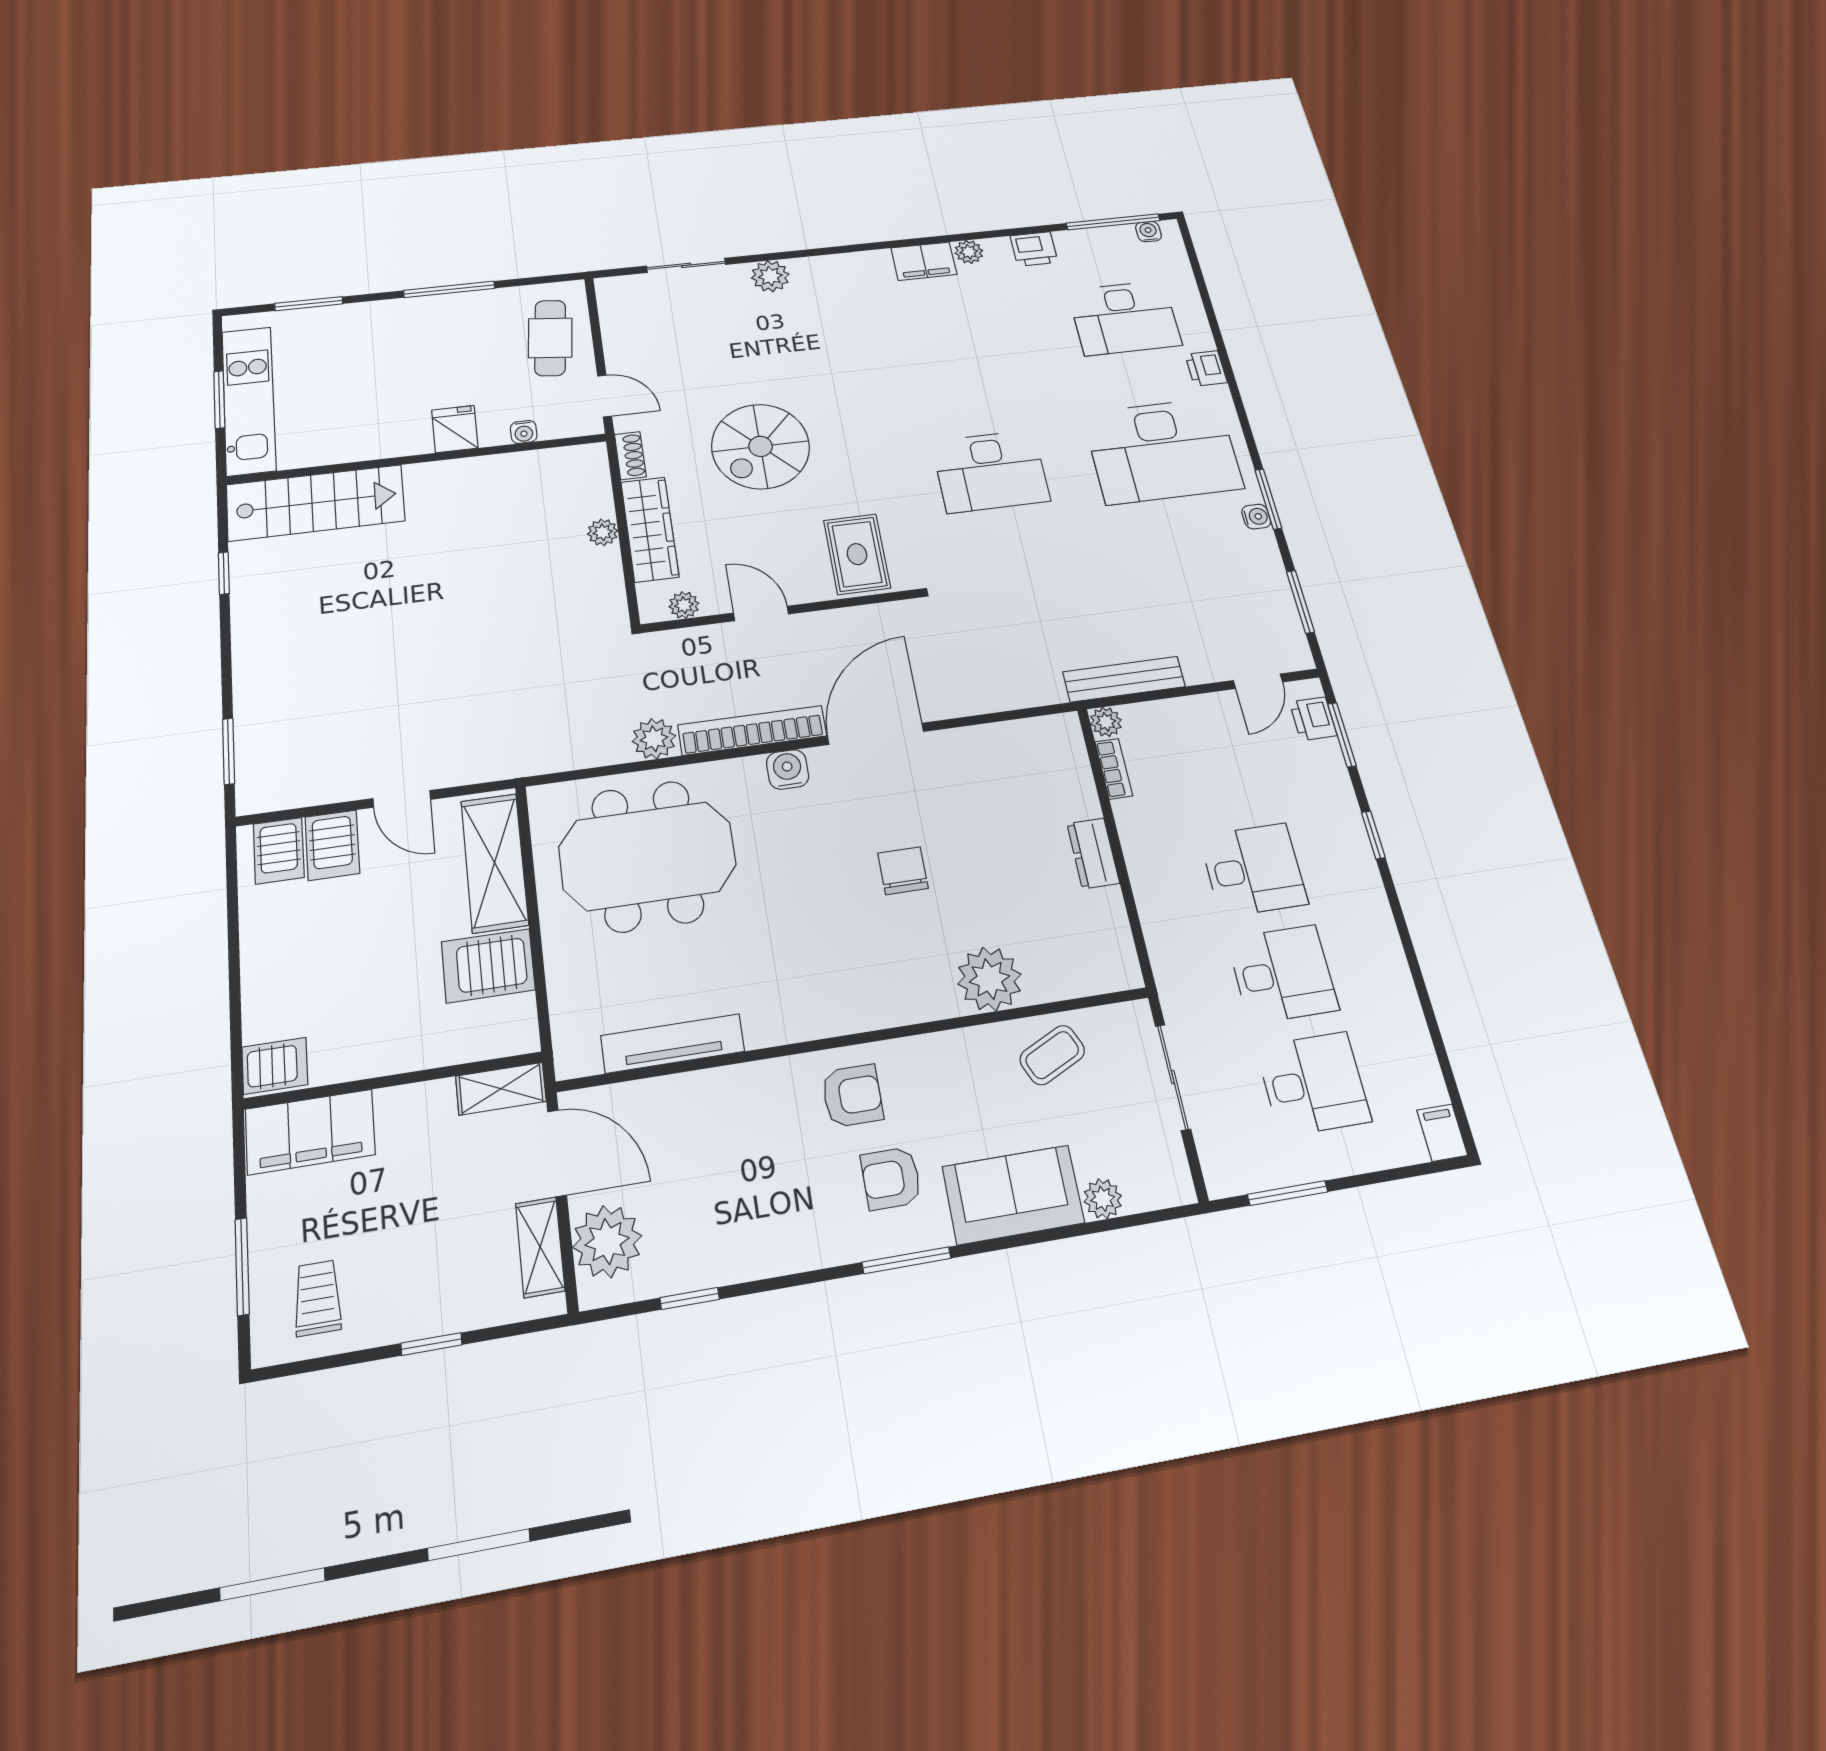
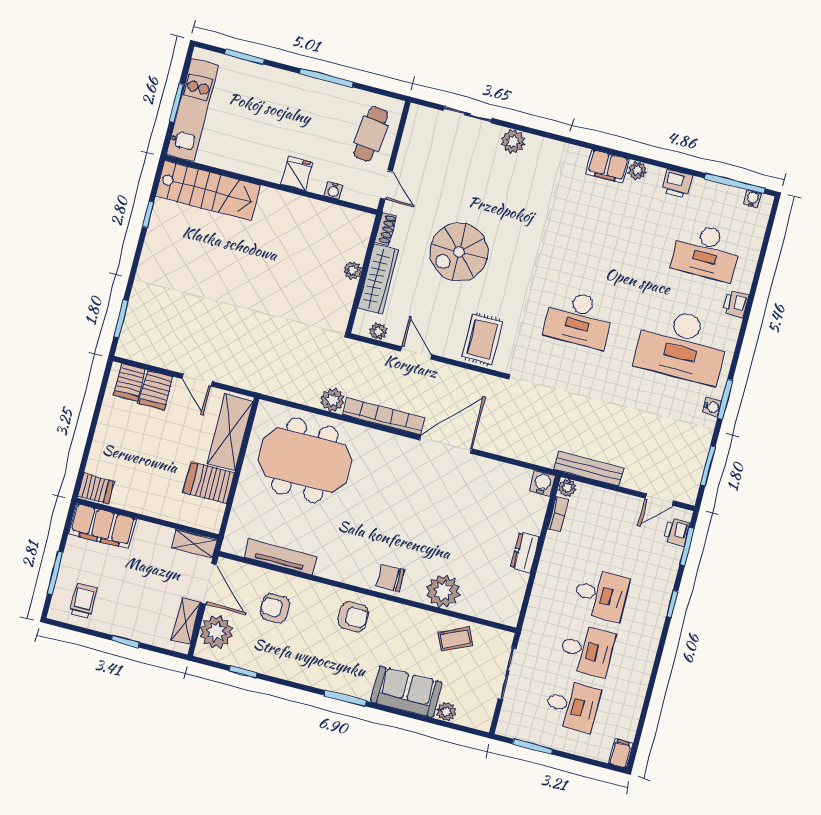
water cooler: (788, 769) -> (542, 483), moved
chair: (903, 871) -> (390, 578), moved, turned -90
armchair: (891, 1178) -> (275, 608), moved

